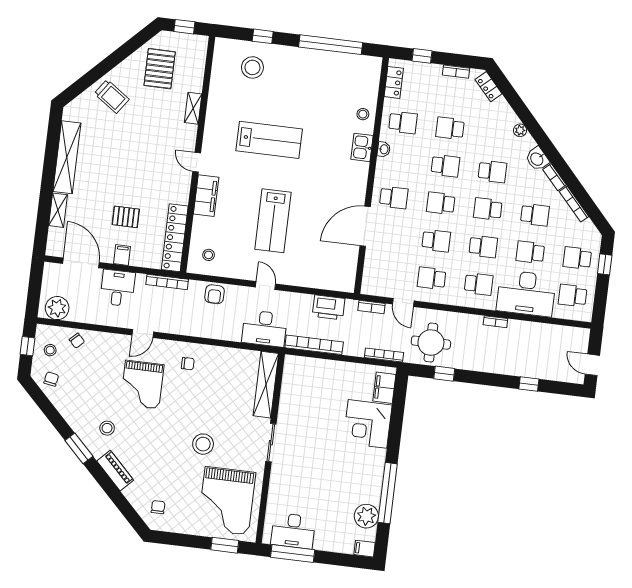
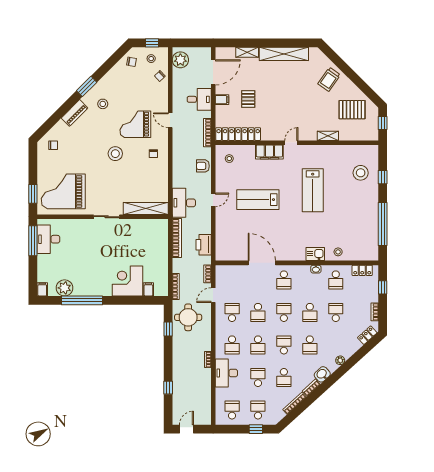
desk: (526, 293) -> (226, 373), width x0.73, depth x0.77
filing cabinet: (384, 388) -> (148, 289), width x0.50
stool: (203, 444) -> (115, 154), moved

